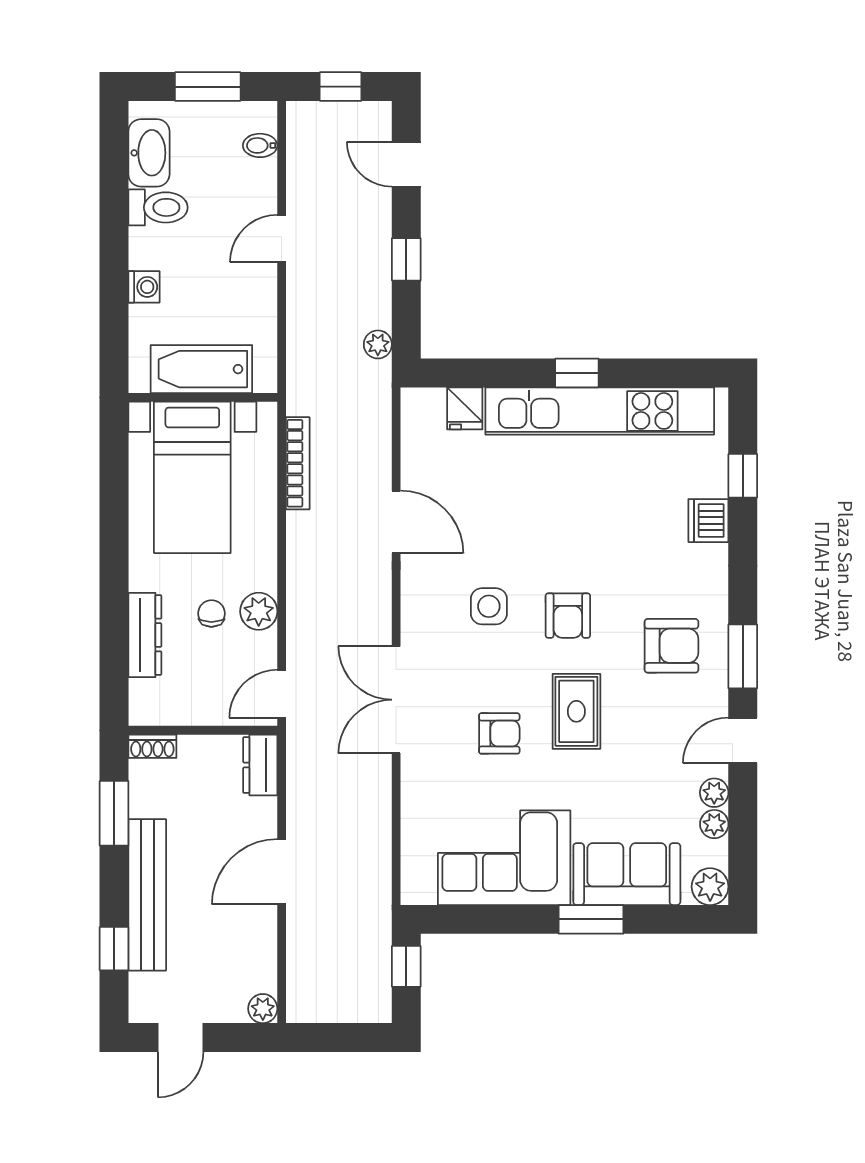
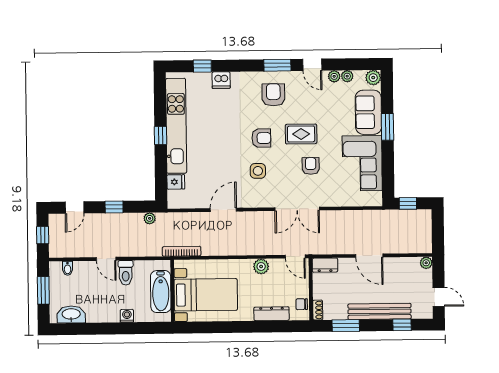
toilet: (158, 207) -> (126, 273), moved, turned 180
bookcase: (298, 463) -> (182, 251), moved
chair: (211, 613) -> (302, 304), moved

